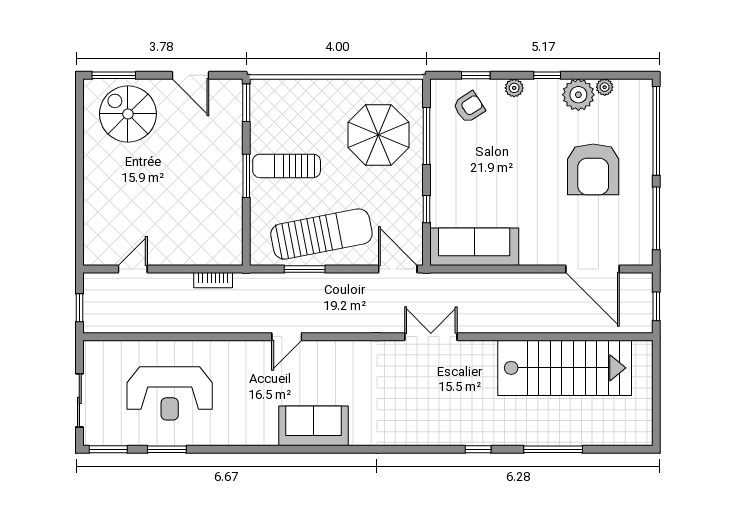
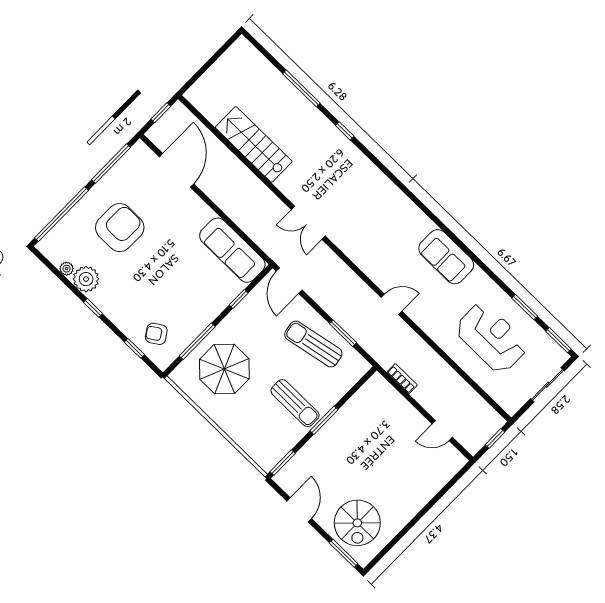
plant: (514, 88) -> (119, 319), removed
sun lounger: (321, 234) -> (313, 344), width x0.73, depth x0.75
stairs: (565, 368) -> (254, 144), width x0.73, depth x0.66
sofa: (313, 426) -> (446, 257), moved

